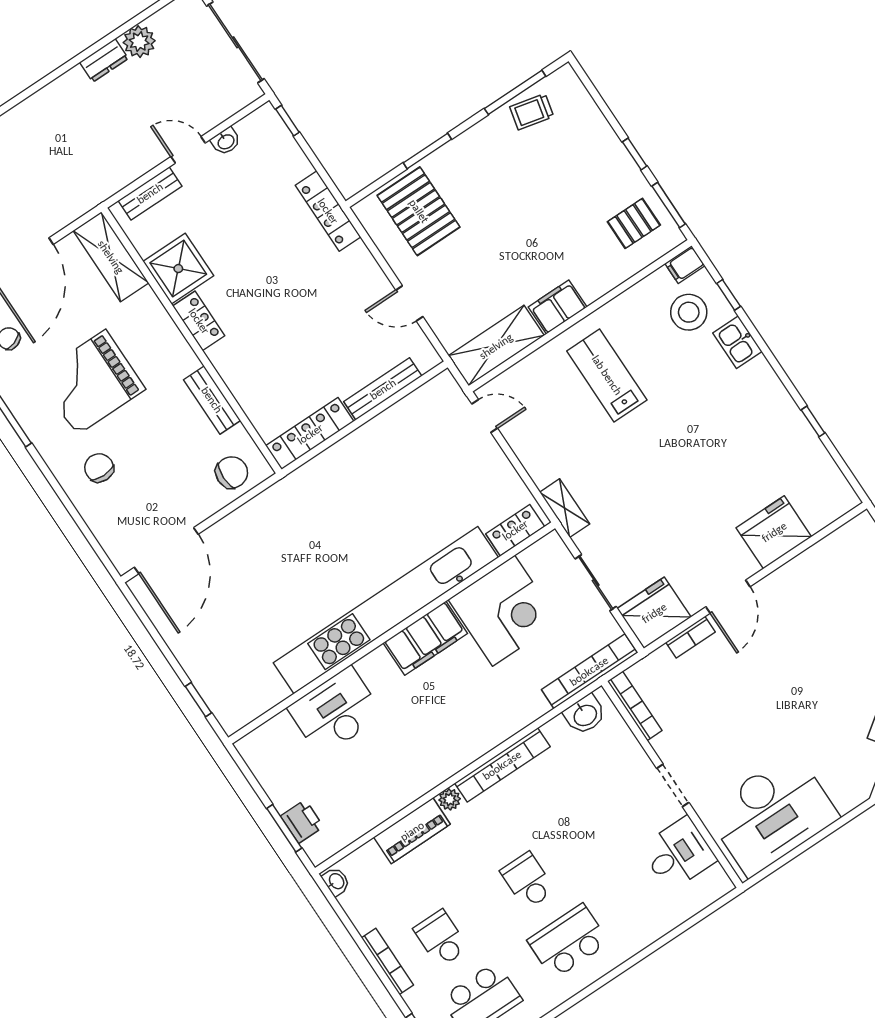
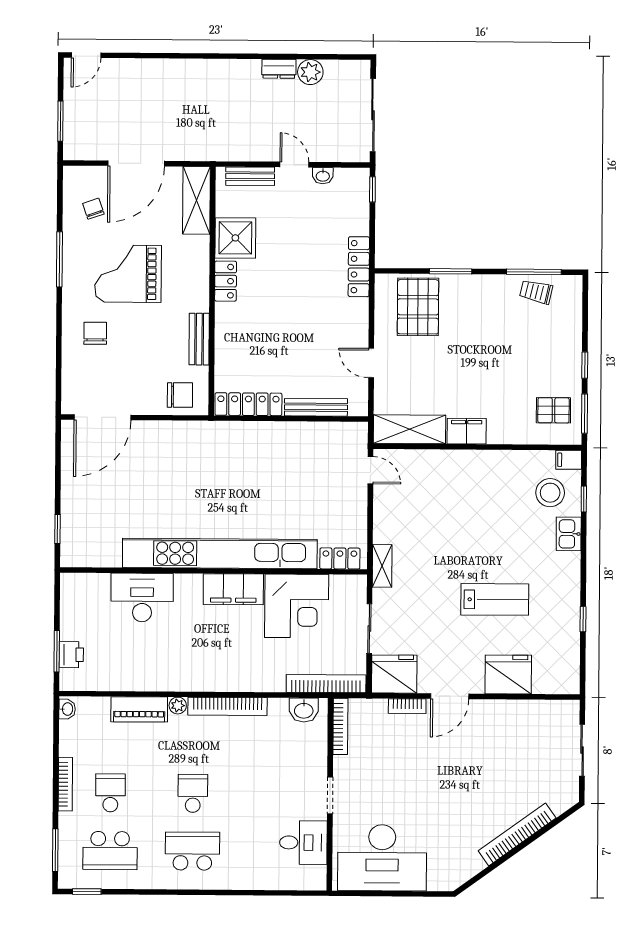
lab bench: (607, 375) -> (495, 599), moved, turned 90

